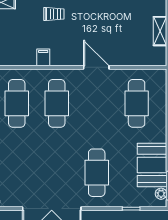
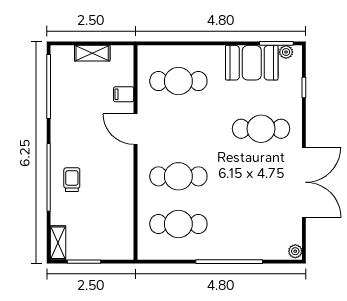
filing cabinet: (43, 57) -> (124, 94), moved
door: (96, 67) -> (135, 129), hinge flipped

